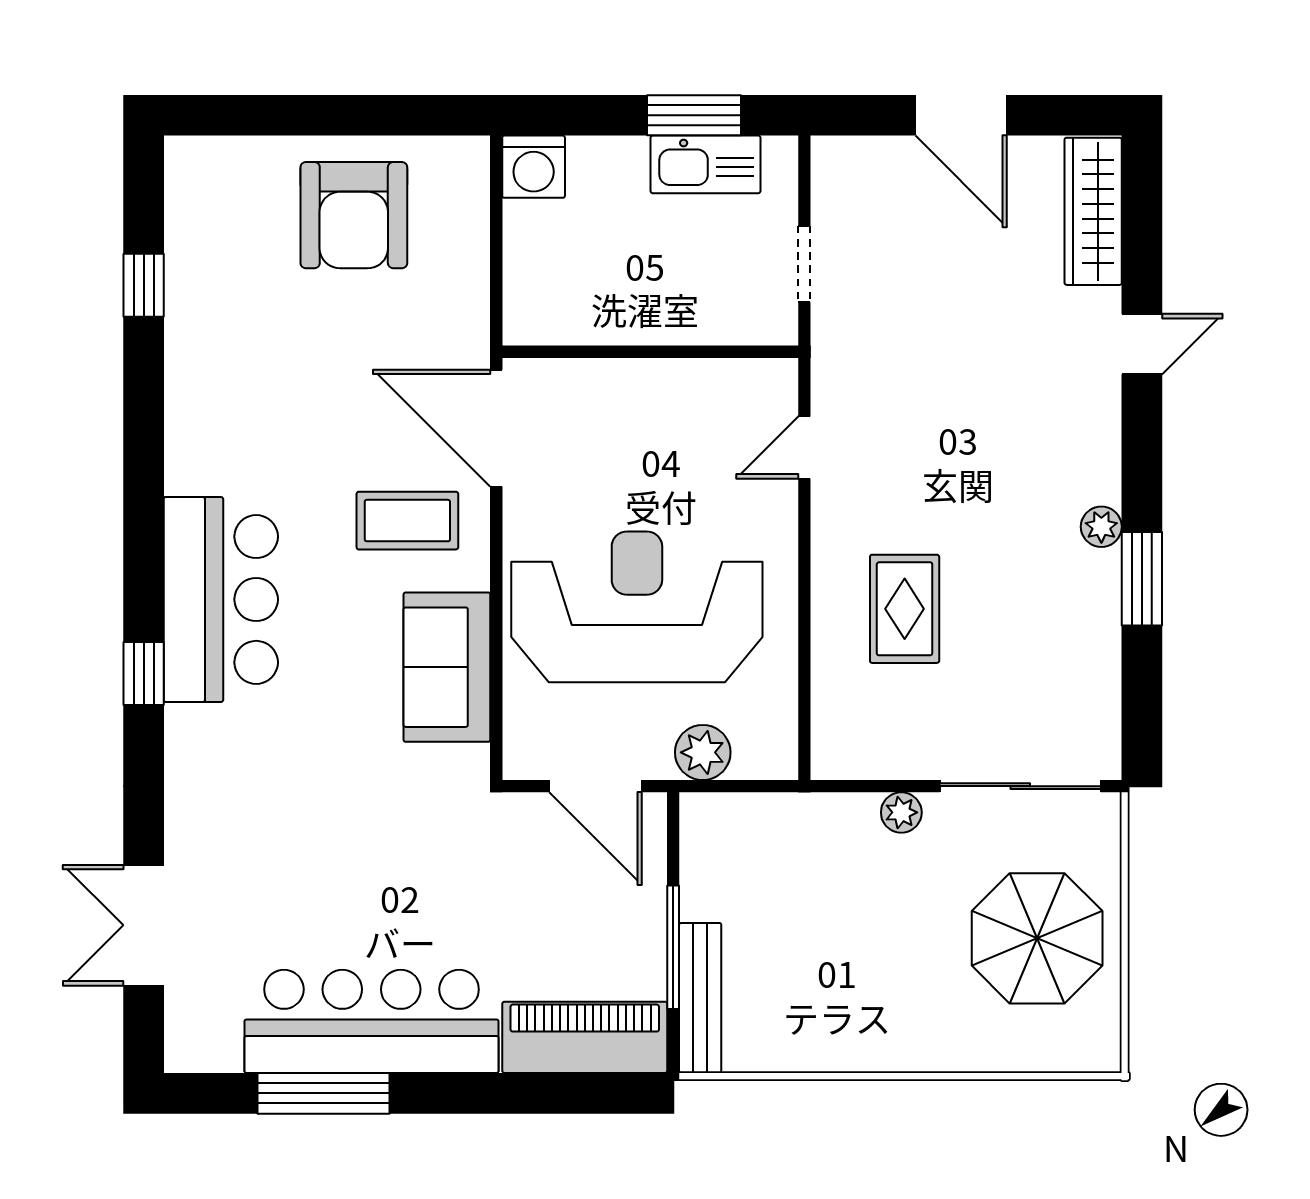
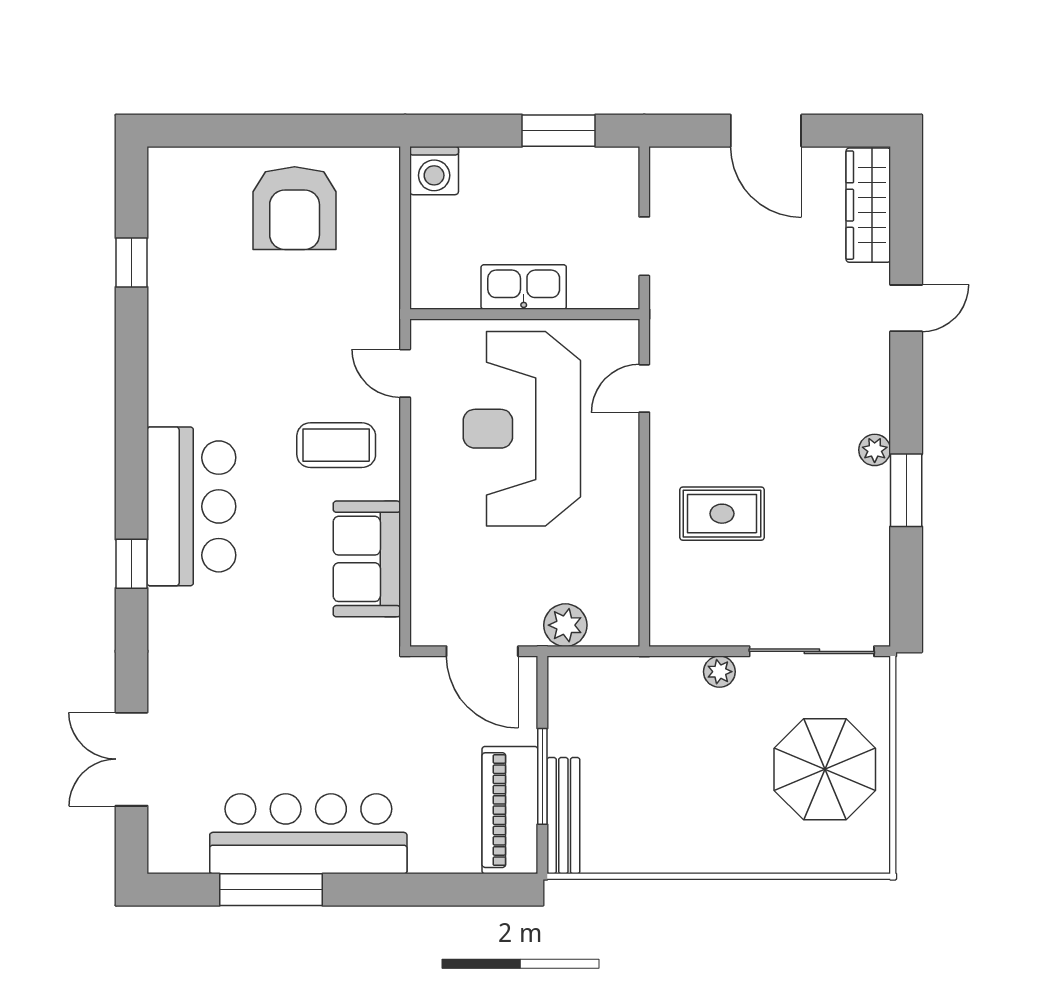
kitchen sink: (706, 164) -> (524, 287), moved, turned 180
door: (496, 428) -> (405, 373), width x0.53
reception desk: (637, 607) -> (522, 429), moved, turned -90
rug: (905, 609) -> (722, 514), turned 90
piano: (585, 1037) -> (510, 810), moved, turned -90

